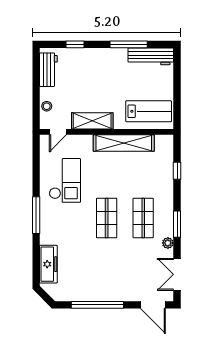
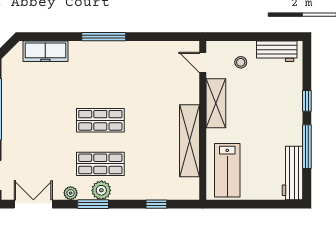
window: (75, 44) -> (307, 101), moved
stool: (47, 106) -> (241, 62), moved
checkout: (65, 180) -> (145, 71), removed
plant: (165, 217) -> (101, 190), added

